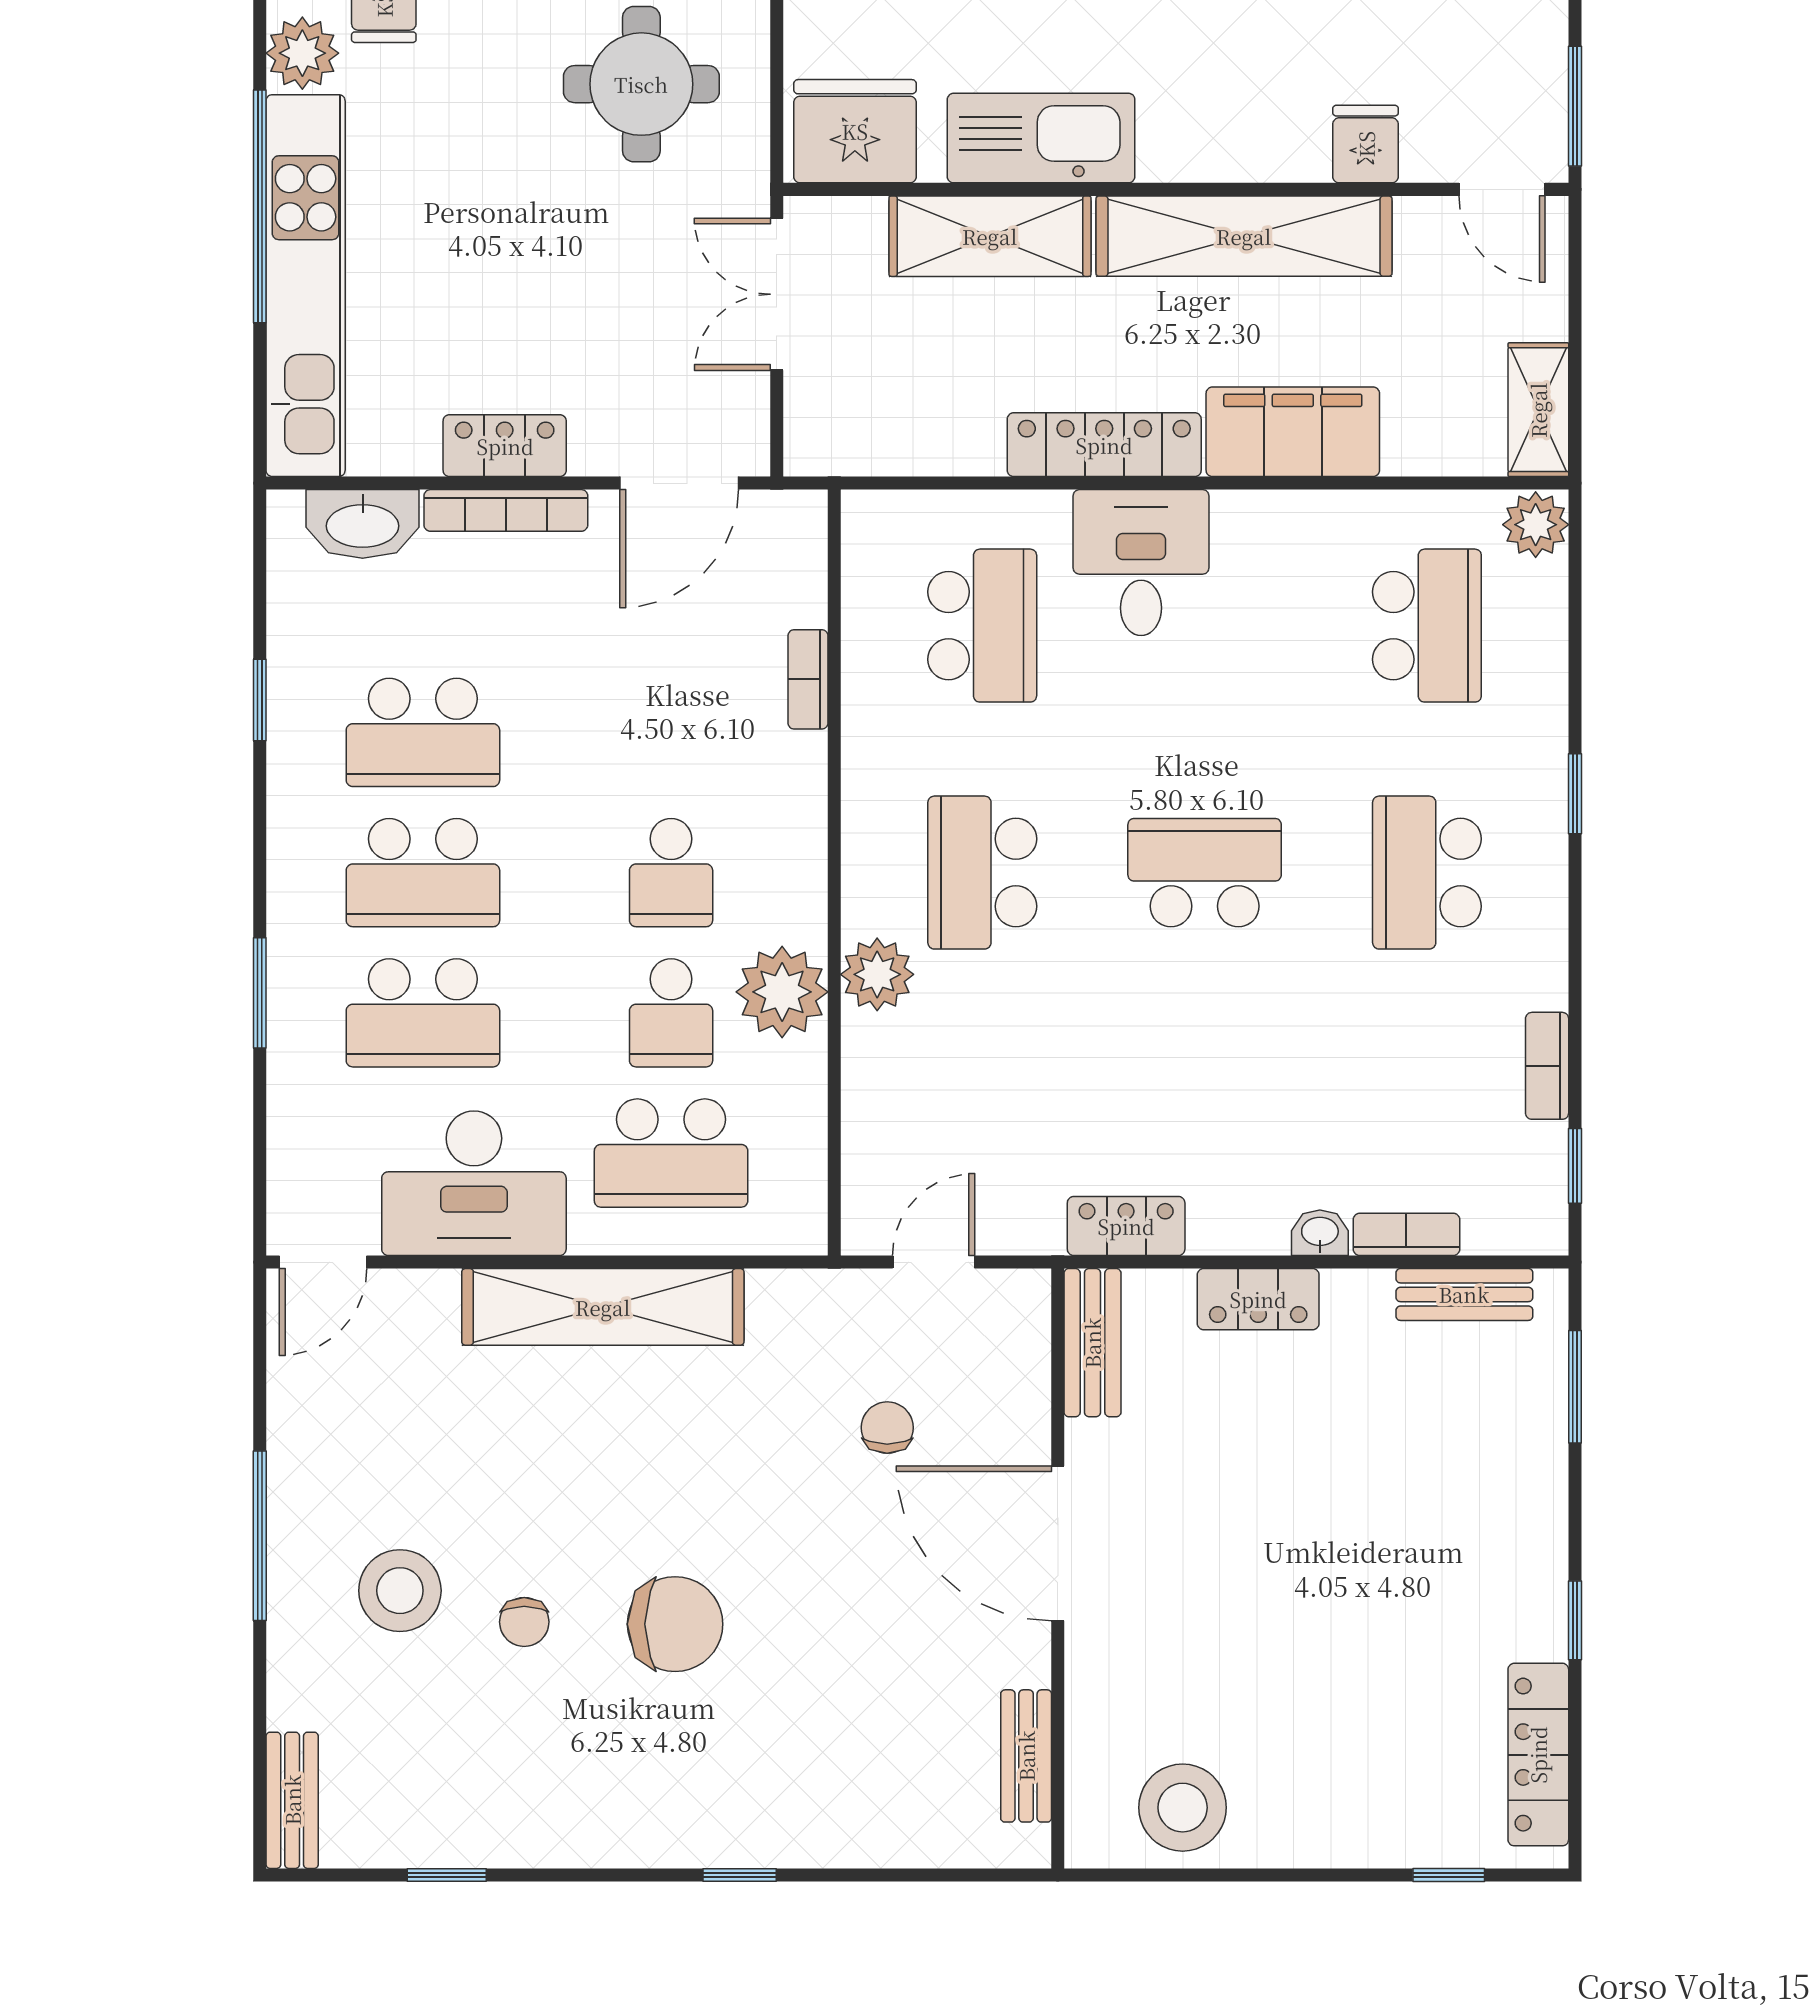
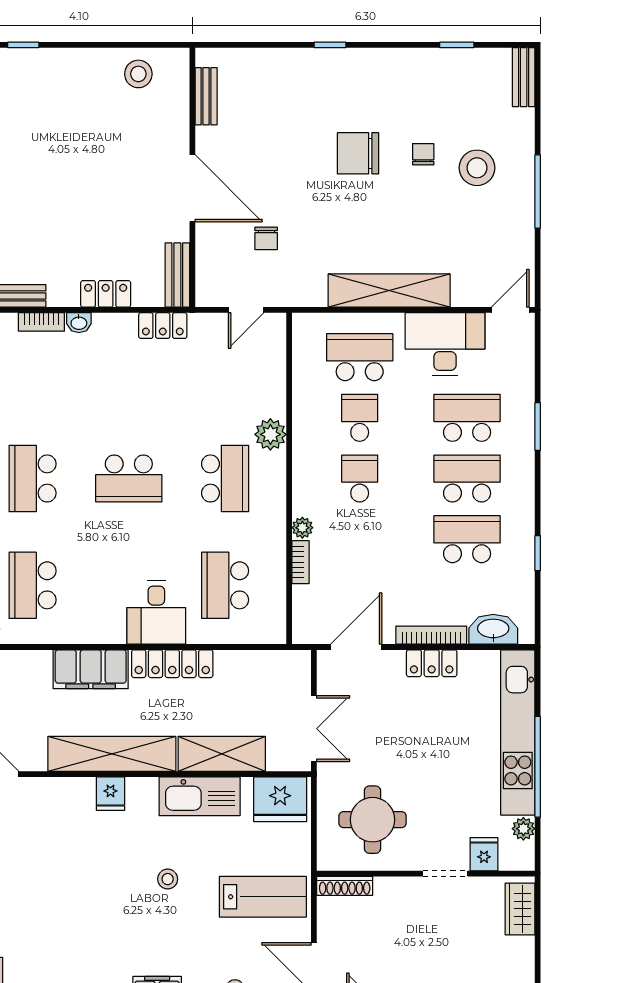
plant: (302, 53) -> (523, 829), width x0.73, depth x0.73
fridge: (1366, 144) -> (110, 794), moved
school desk: (1427, 873) -> (33, 478), turned 180
plant: (782, 992) -> (302, 528), moved, width x0.53, depth x0.53
stool: (1183, 1808) -> (138, 74), width x0.73, depth x0.73

